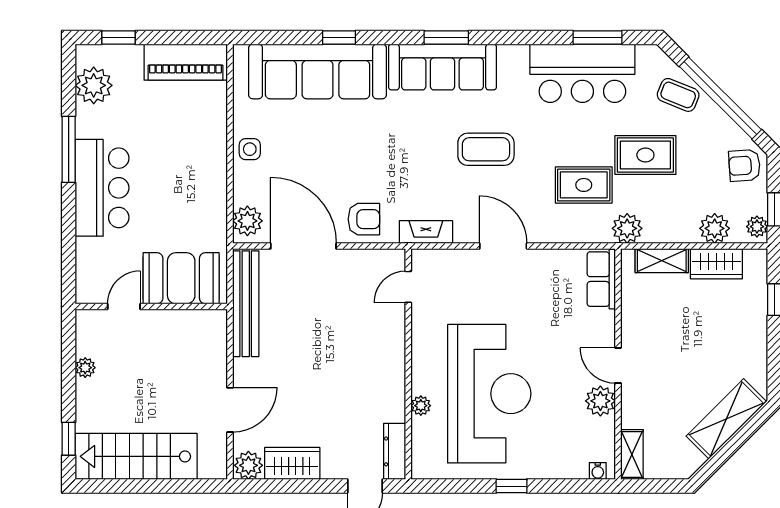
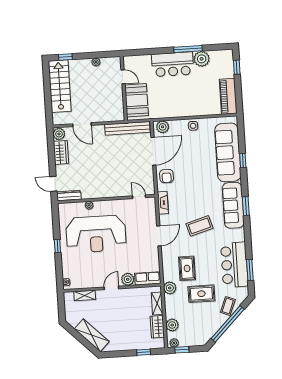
plant: (94, 85) -> (202, 59), moved
coffee table: (486, 149) -> (199, 226), turned 74
rug: (645, 155) -> (201, 294), turned 90
armchair: (744, 166) -> (200, 336), removed
plant: (600, 401) -> (128, 279), moved
shelving: (632, 455) -> (85, 296), moved

